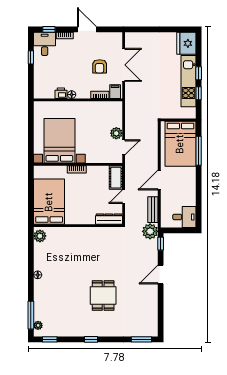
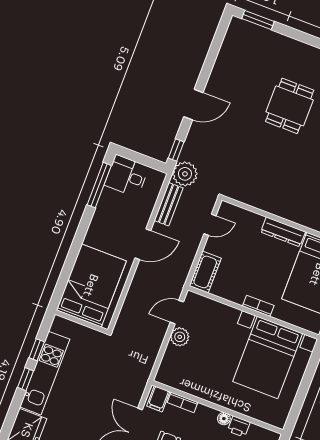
window: (199, 151) -> (99, 185), moved
door: (124, 197) -> (210, 225), moved
dresser: (109, 219) -> (283, 232), moved

